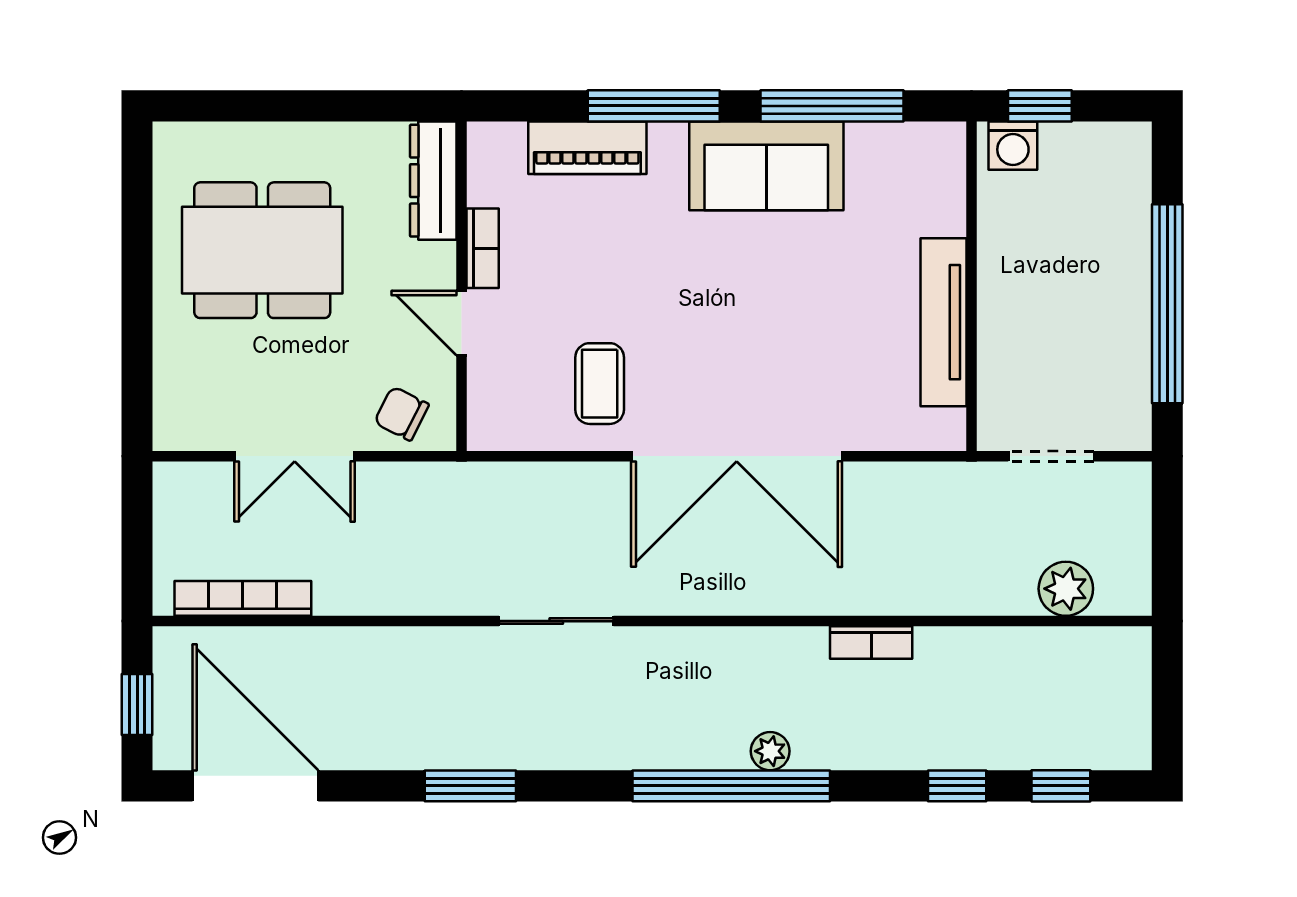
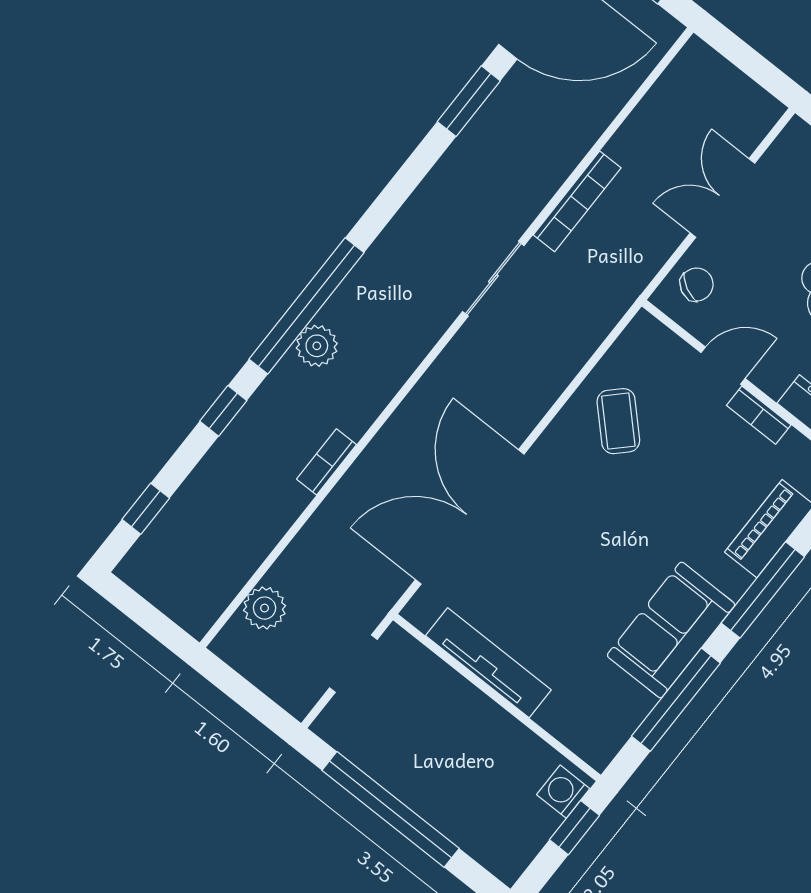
coffee table: (600, 384) -> (618, 421), turned 45
double door: (737, 456) -> (470, 517), moved
bookcase: (243, 598) -> (577, 201), moved
plant: (770, 751) -> (317, 346), width x1.38, depth x1.38
window: (470, 786) -> (469, 101), moved
window: (957, 786) -> (223, 411), moved

